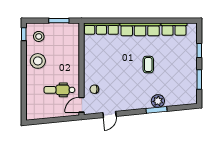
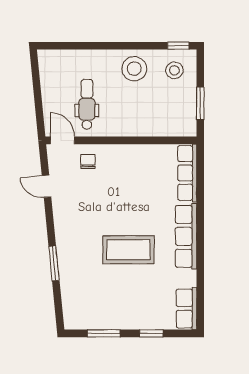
row of seats: (174, 29) -> (186, 308), moved
coffee table: (148, 65) -> (128, 250), width x1.86, depth x1.72
plant: (158, 101) -> (69, 266), removed

